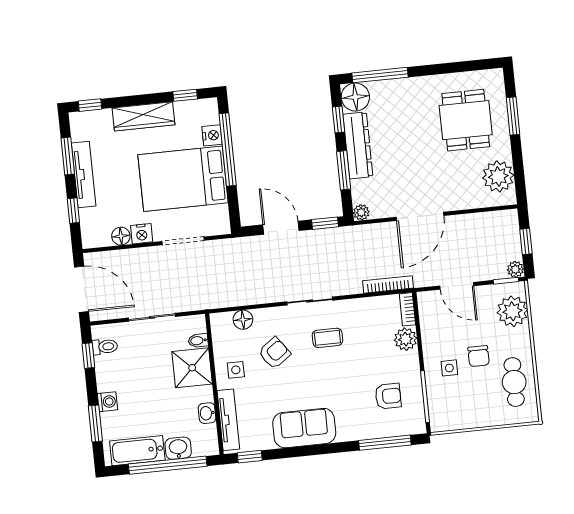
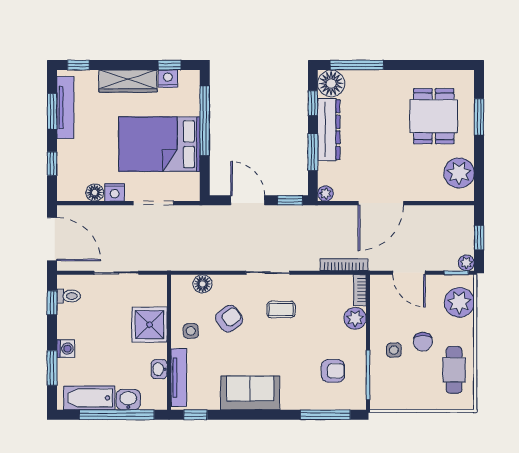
nightstand: (212, 135) -> (168, 79), moved, turned -90
tv unit: (84, 174) -> (65, 108), moved
bidet: (198, 341) -> (158, 299), removed

